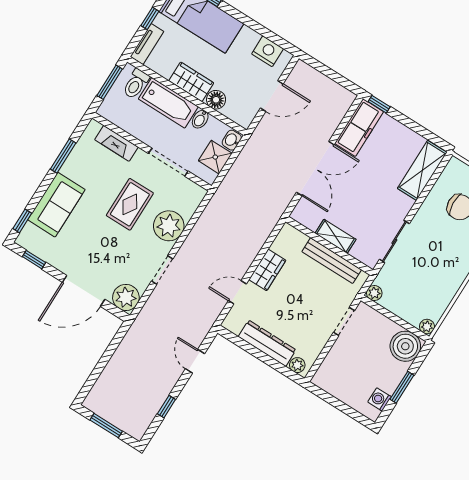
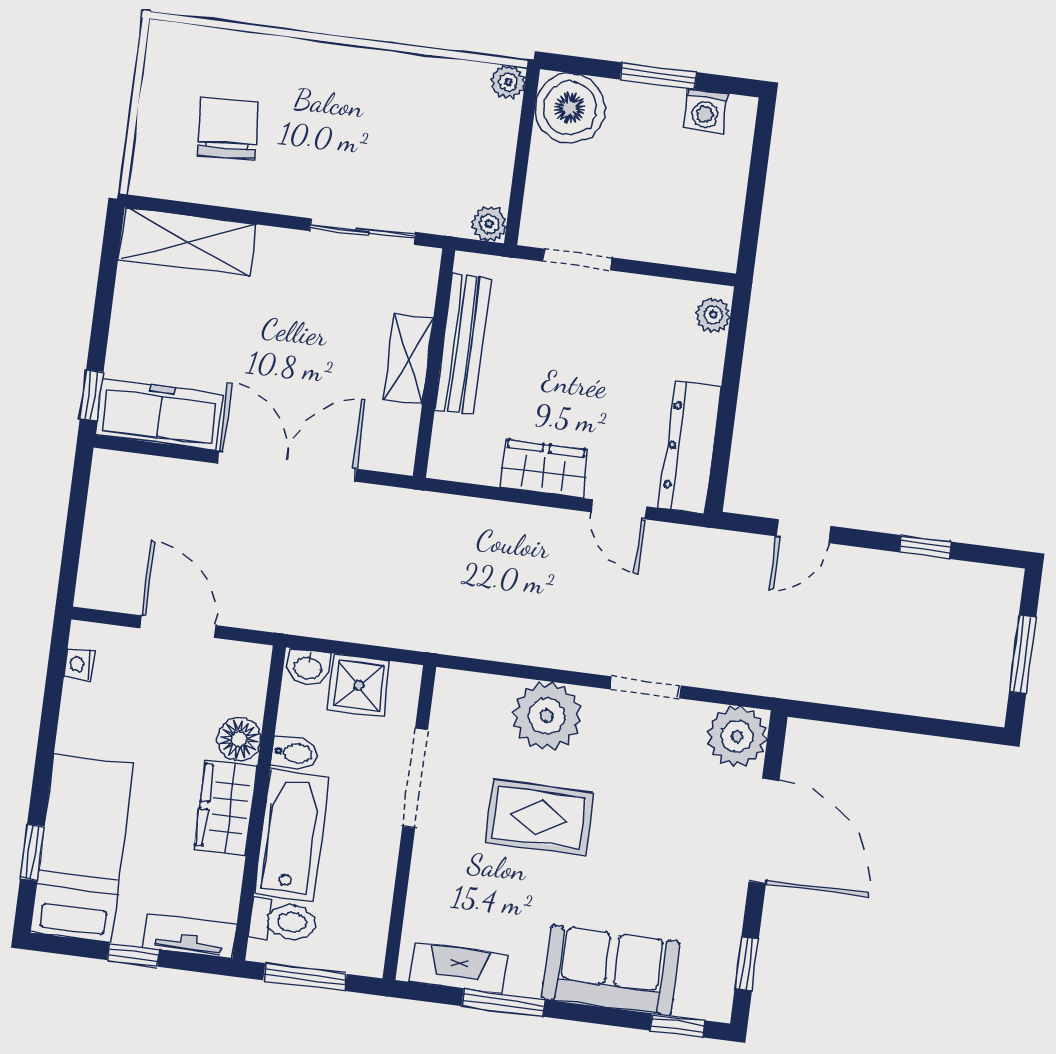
nightstand: (268, 51) -> (79, 664), width x0.53, depth x0.56
fireplace: (116, 143) -> (458, 968), moved, turned -90
dresser: (267, 343) -> (690, 447), moved

